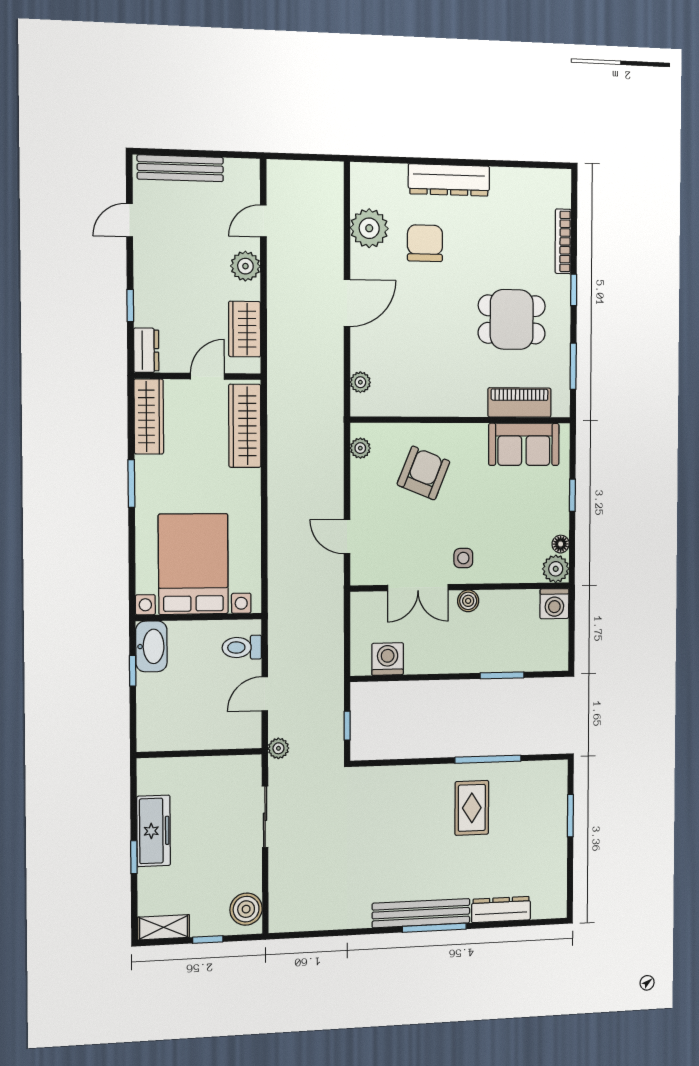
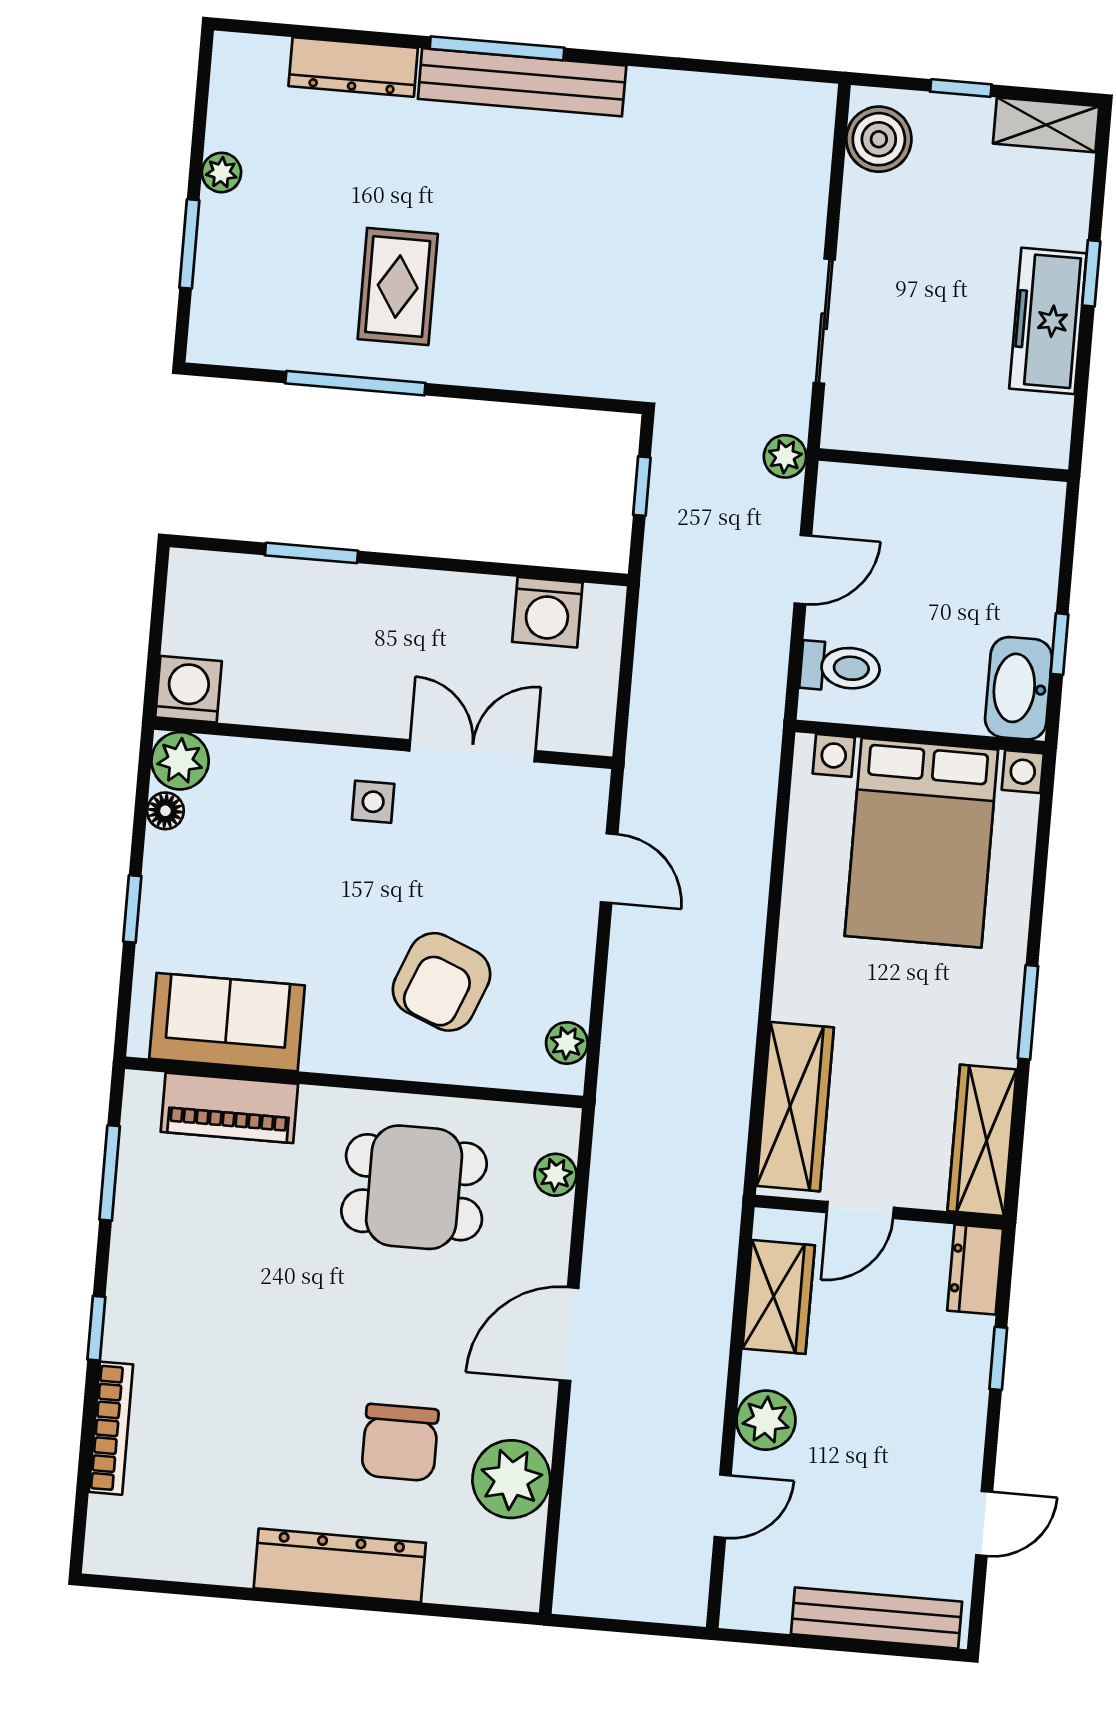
dining table: (512, 319) -> (414, 1187), moved
boiler: (468, 601) -> (370, 713), removed
plant: (558, 851) -> (221, 173), added

